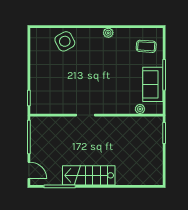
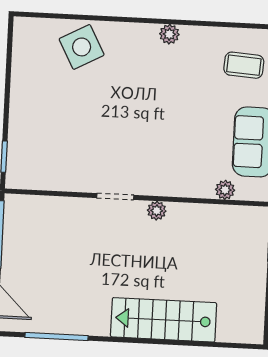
plant: (106, 121) -> (157, 211), added
stairs: (89, 175) -> (164, 320), moved

